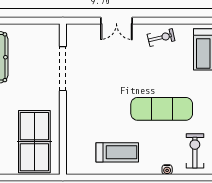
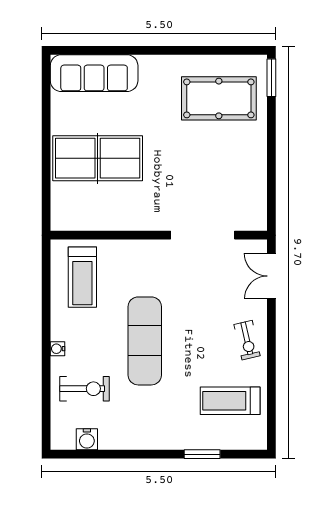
doorway: (63, 69) -> (203, 235), moved
wall: (63, 99) -> (159, 235), moved

